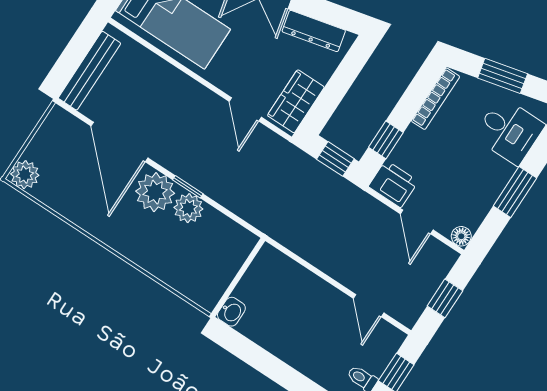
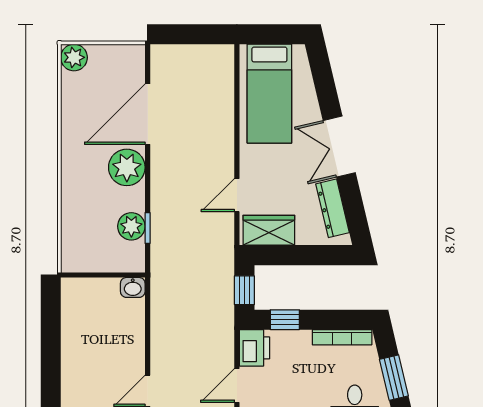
bench: (89, 71) -> (188, 55), removed
window: (188, 187) -> (148, 228), moved
plant: (188, 208) -> (131, 226), moved
washbasin: (231, 312) -> (133, 287), moved

